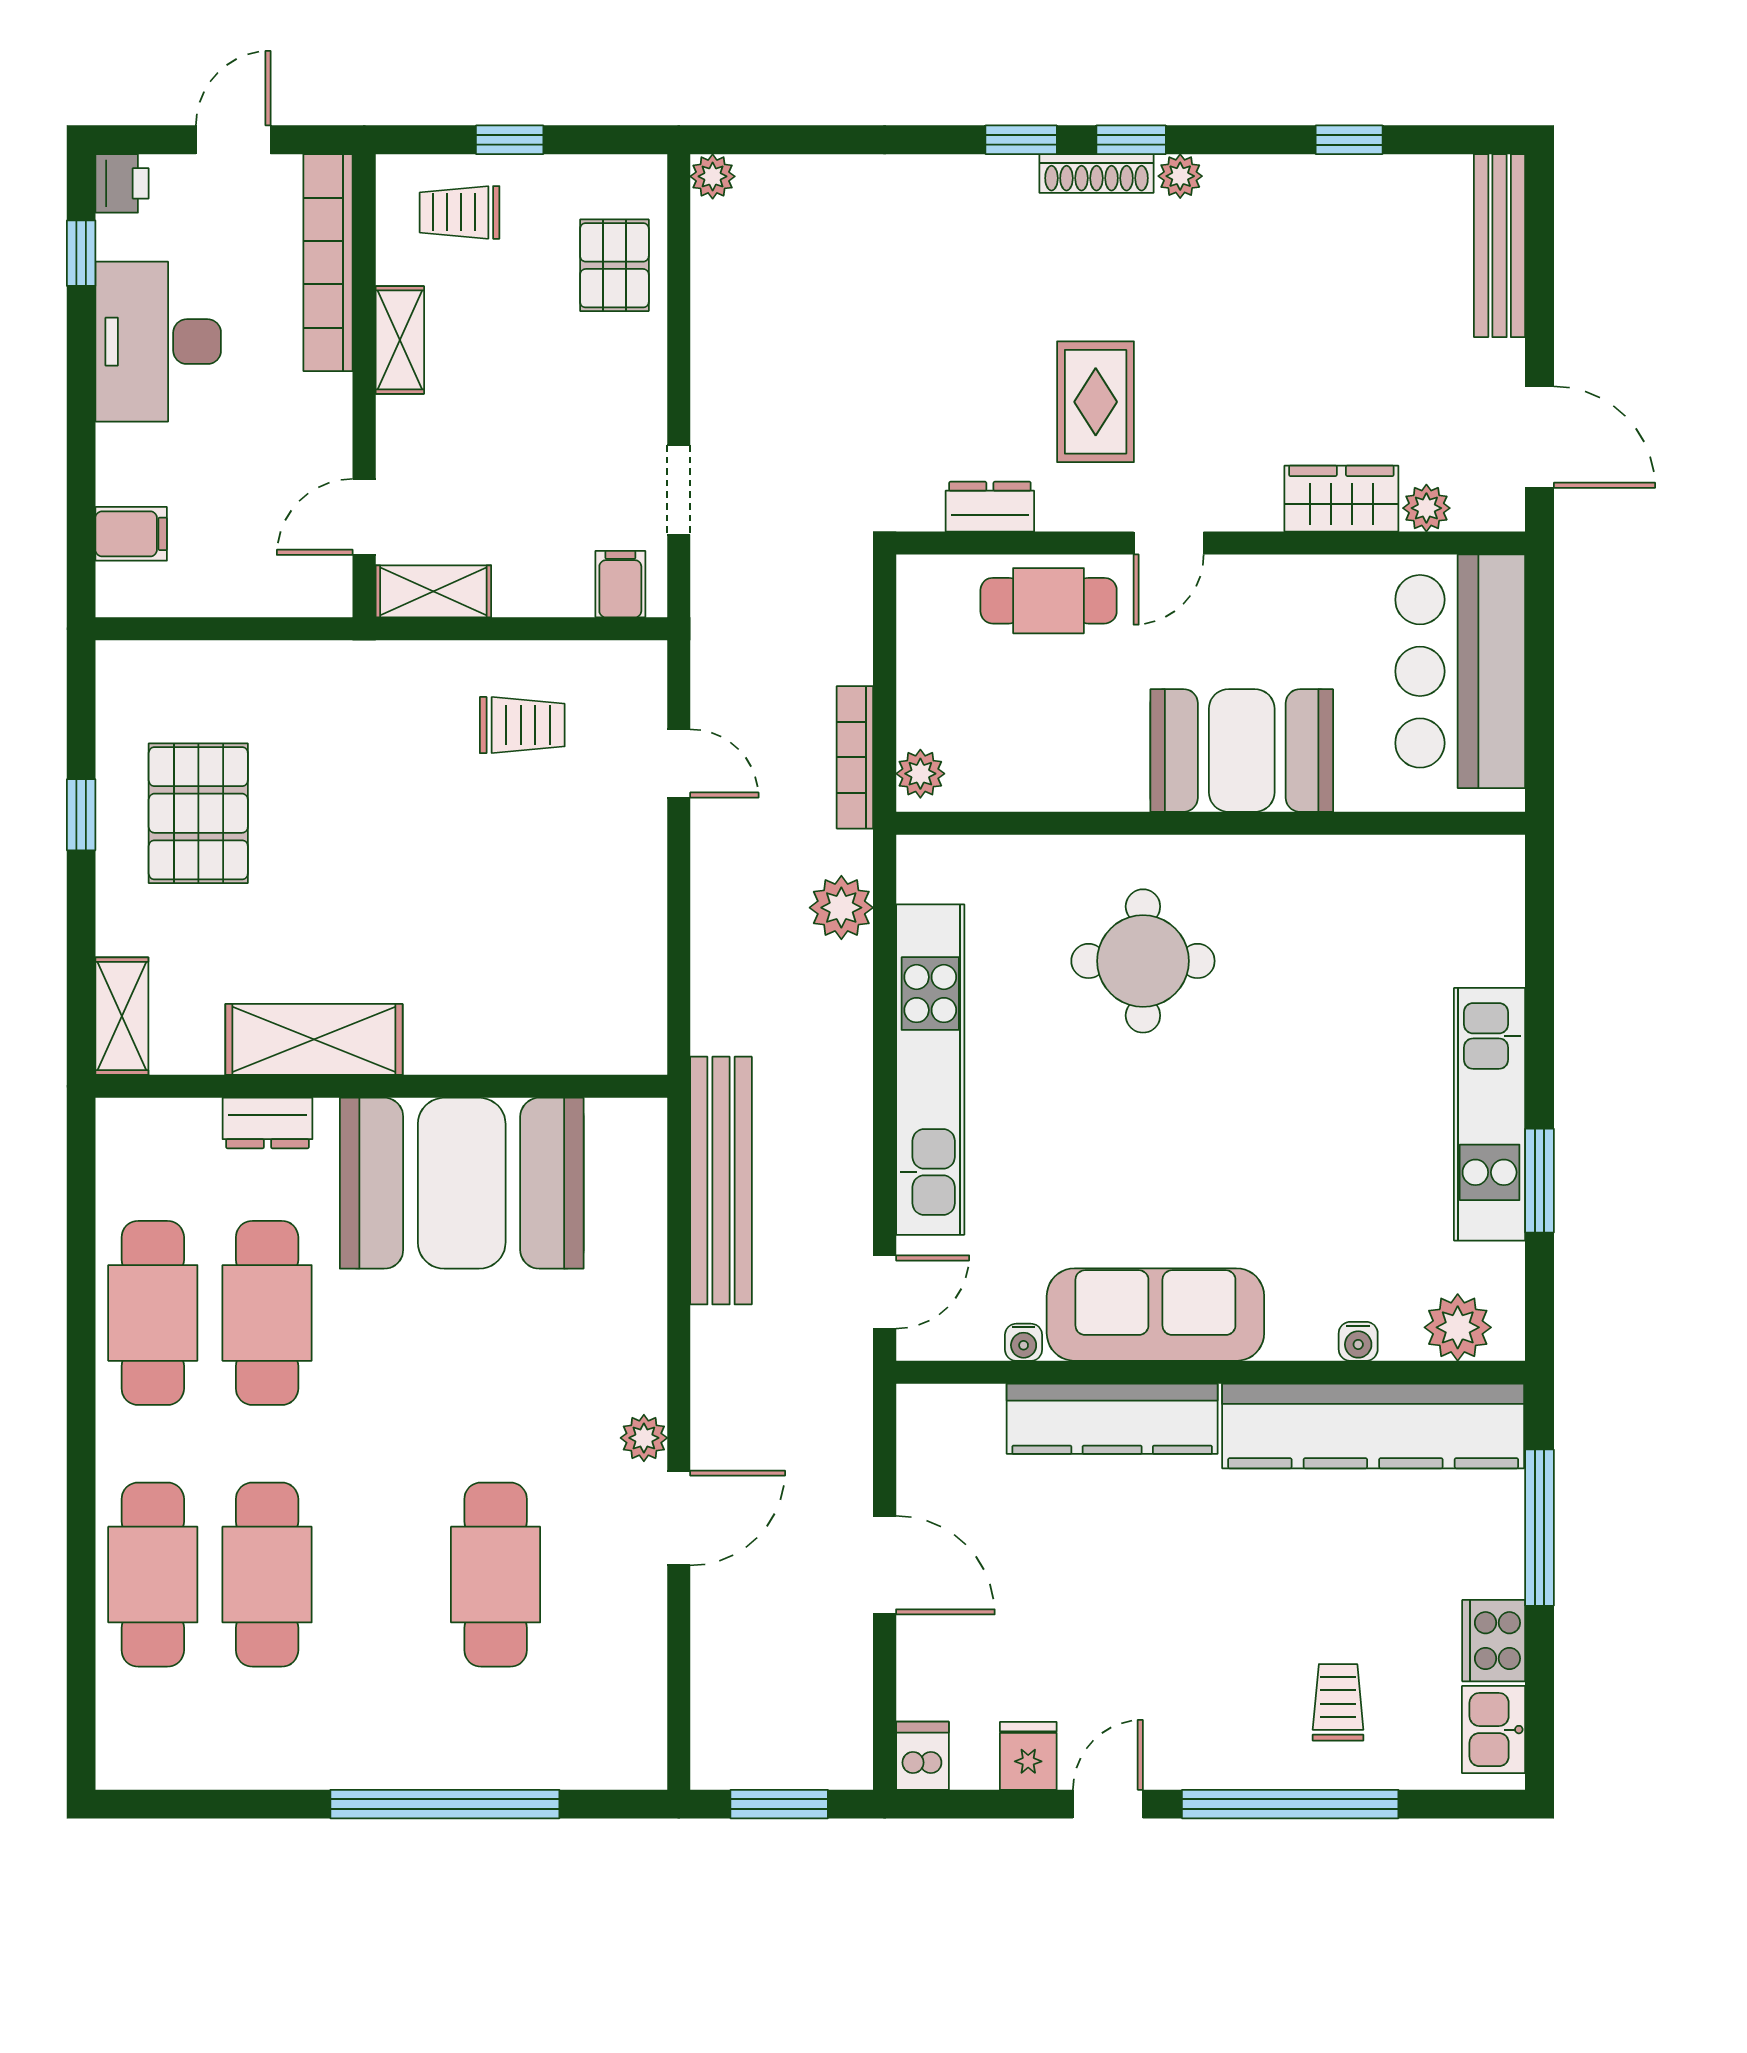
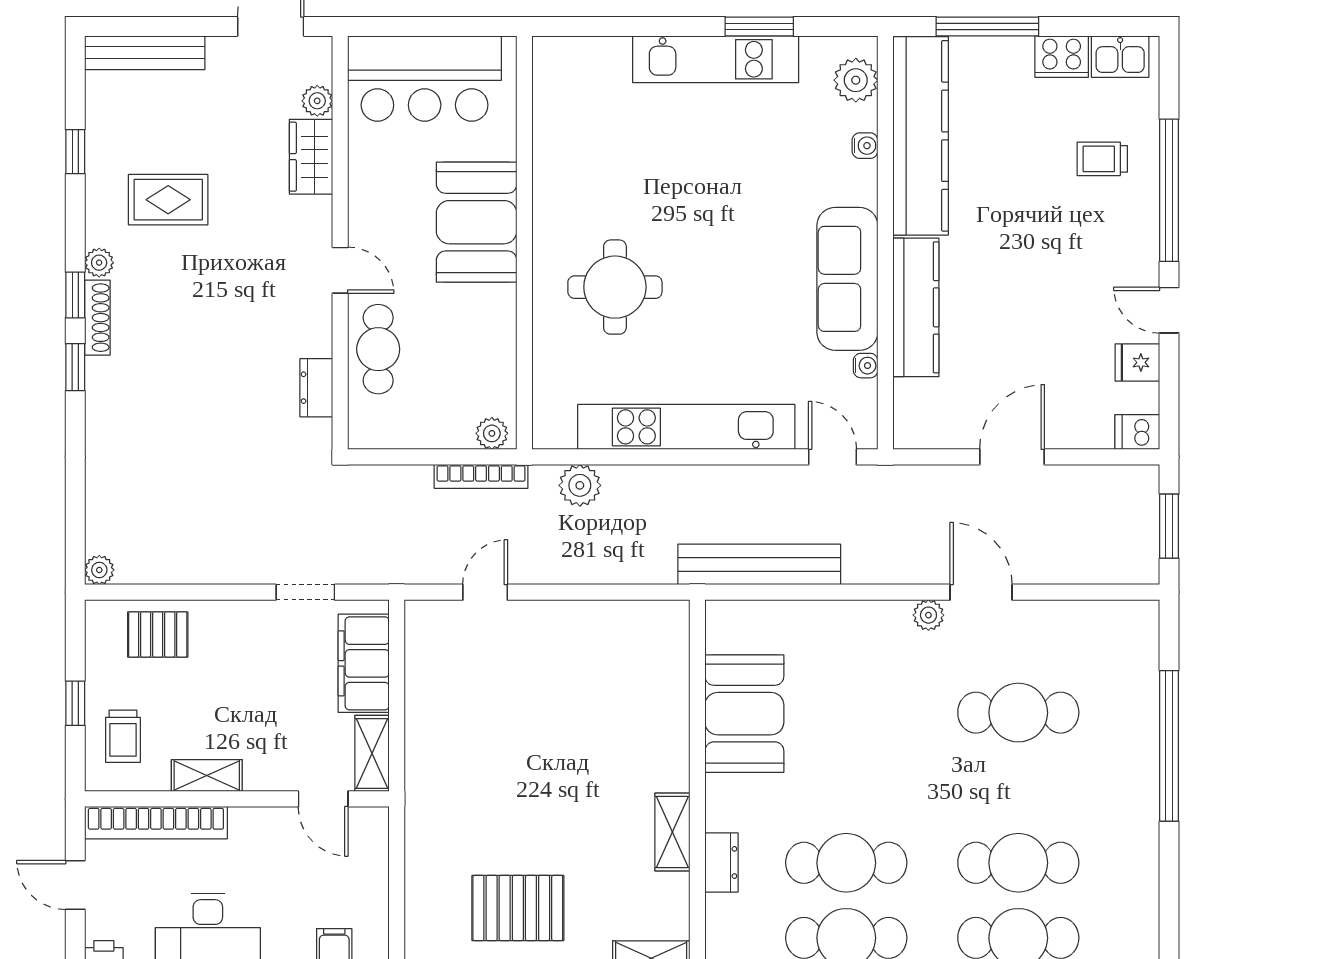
rug: (1096, 402) -> (168, 200), moved
filing cabinet: (620, 584) -> (364, 663), width x3.00, depth x1.17
trolley: (522, 725) -> (460, 695), removed
shelving: (314, 1039) -> (672, 832), width x0.67, depth x0.75
booth: (462, 1183) -> (744, 714), width x0.73, depth x0.70

